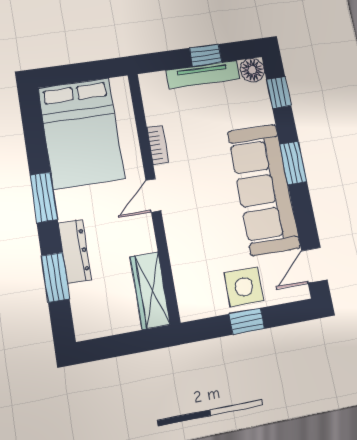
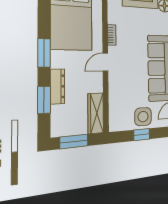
window: (118, 345) -> (74, 142), added

